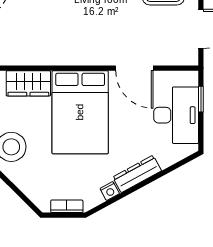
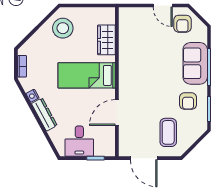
bed: (80, 112) -> (87, 75), width x0.67
desk: (176, 115) -> (79, 141), width x0.73

